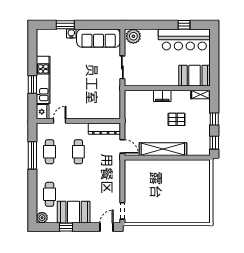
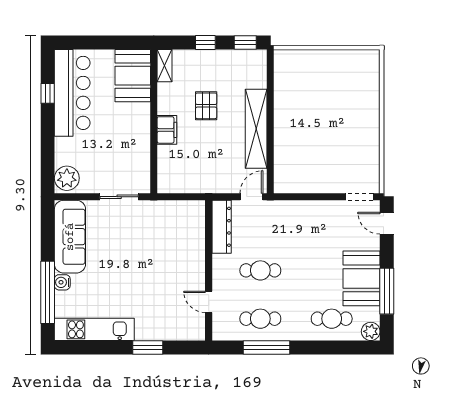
window: (65, 25) -> (48, 292), width x2.11
kitchen unit: (43, 80) -> (94, 329), moved
fridge: (43, 112) -> (193, 330), removed
window: (66, 227) -> (387, 291), width x2.17

